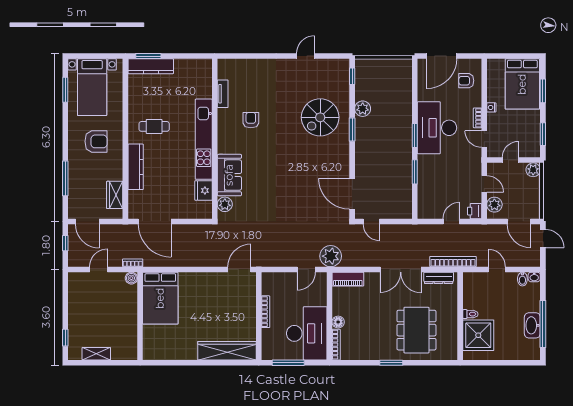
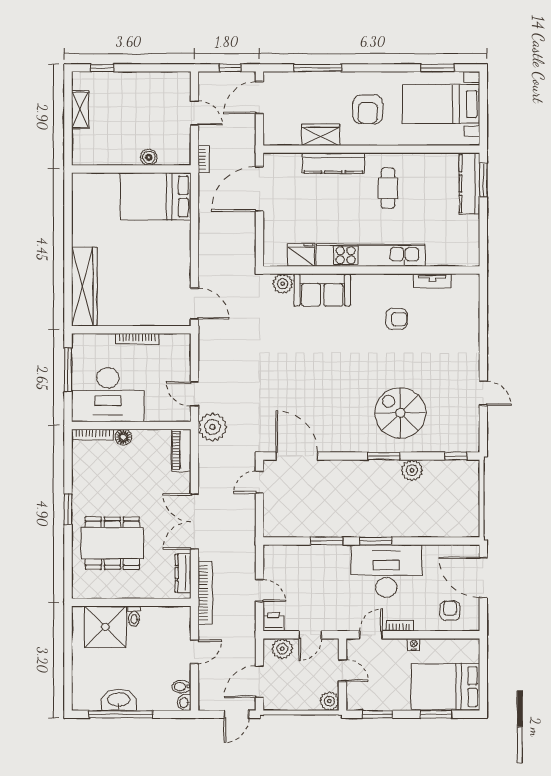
door: (352, 194) -> (297, 456), hinge flipped
wardrobe: (115, 195) -> (321, 135), moved
boiler: (131, 278) -> (149, 157), moved

